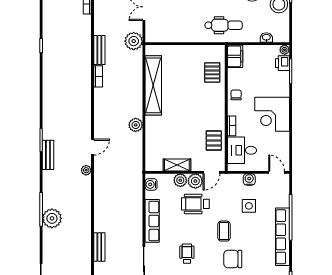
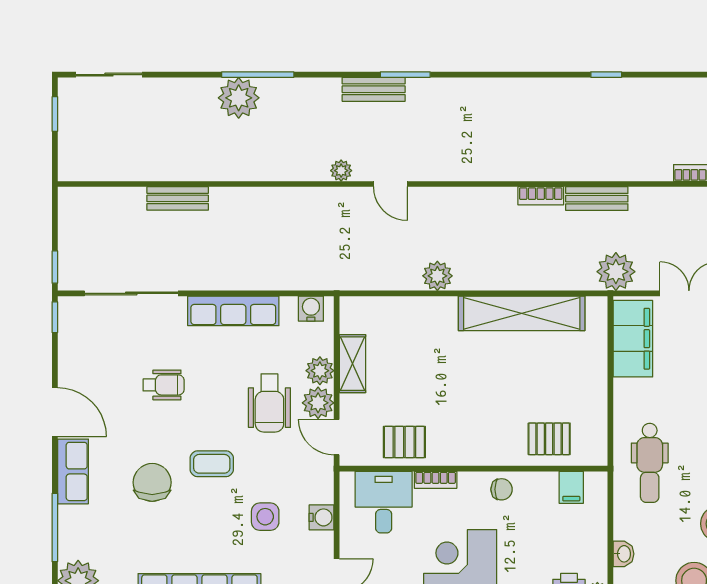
filing cabinet: (165, 33) -> (633, 339), added
filing cabinet: (235, 56) -> (571, 487), width x0.50
wheelchair: (195, 204) -> (269, 403), turned 180

